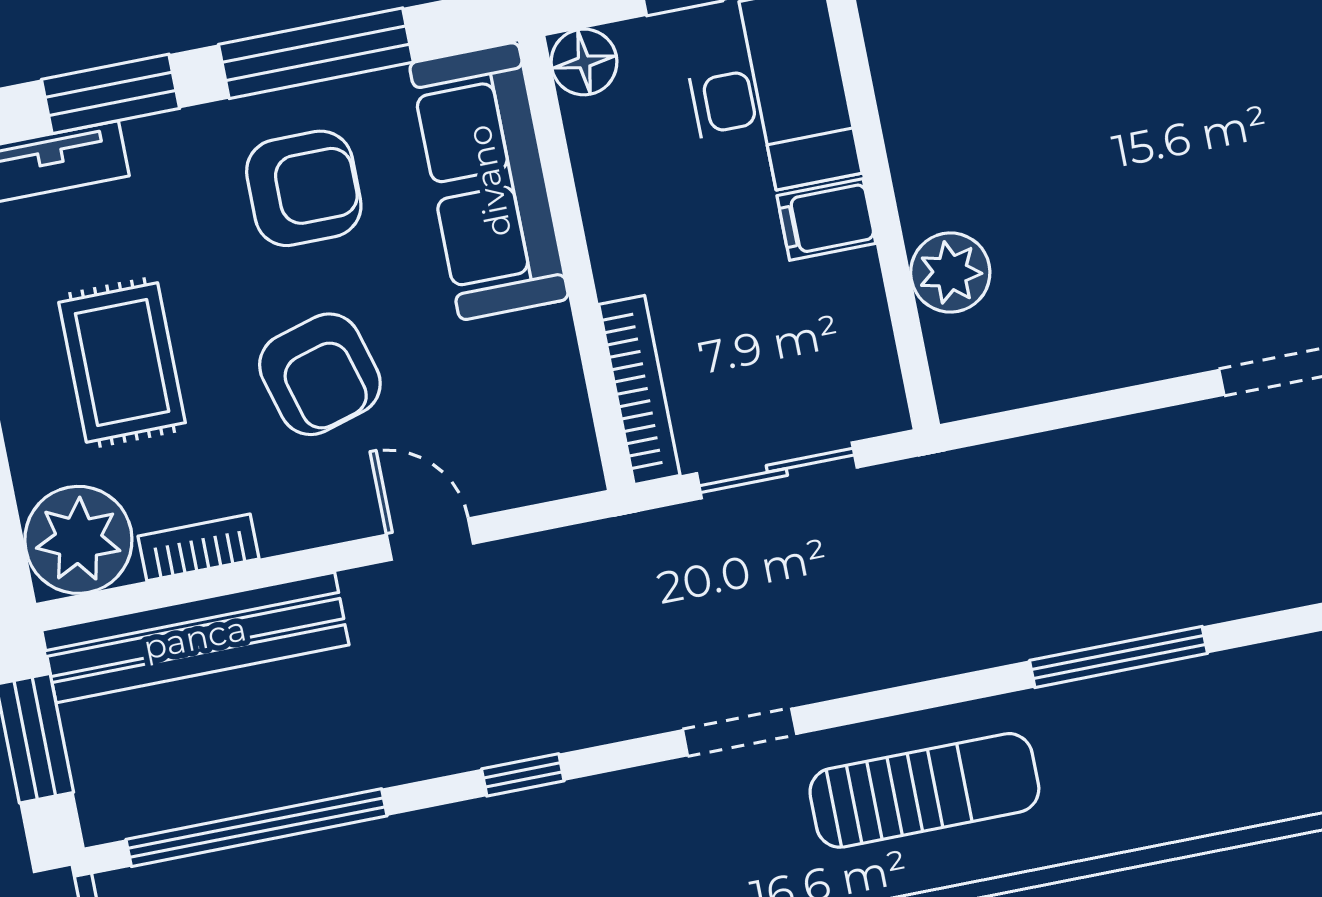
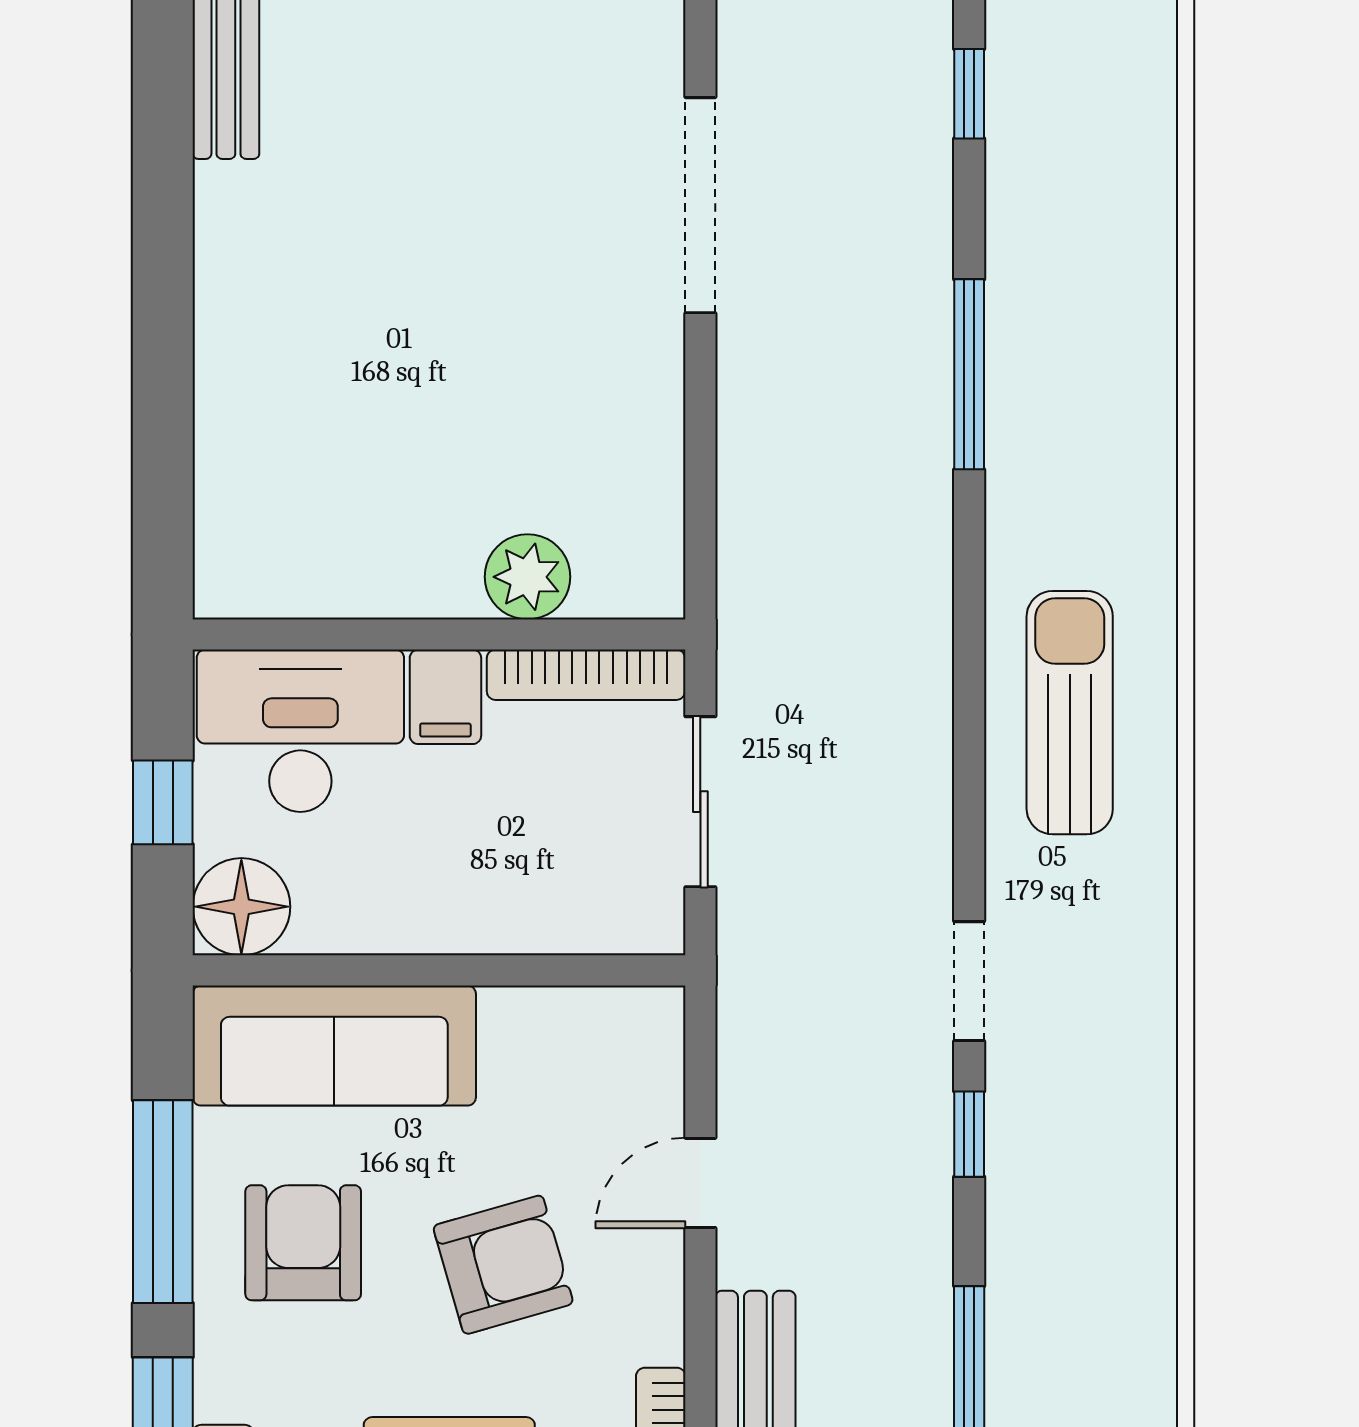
floor lamp: (584, 62) -> (241, 907), width x1.38, depth x1.38
bookcase: (639, 390) -> (586, 675), moved, turned 180
window: (1119, 657) -> (969, 374), moved
doorway: (740, 732) -> (969, 981), moved

